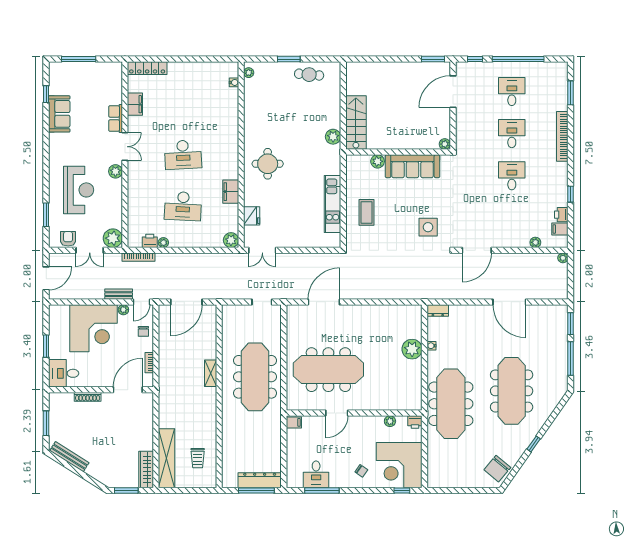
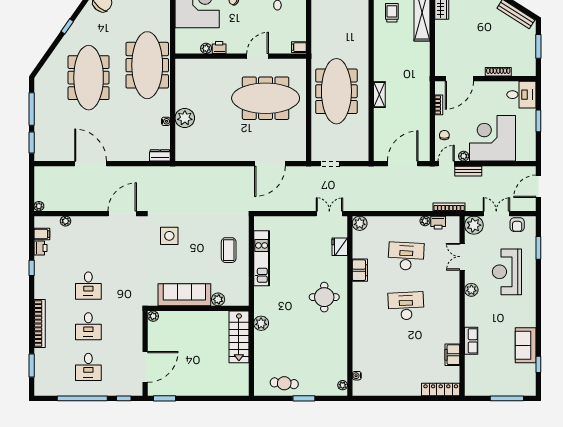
double door: (125, 147) -> (462, 257), moved
printer: (415, 422) -> (219, 48), moved

